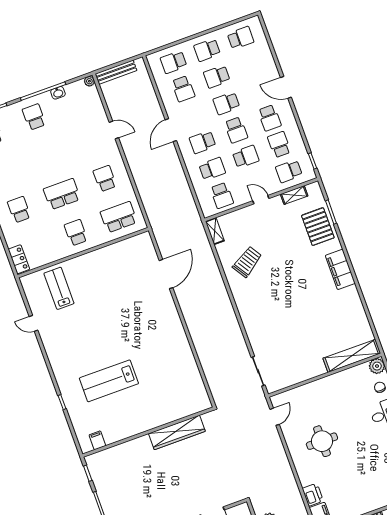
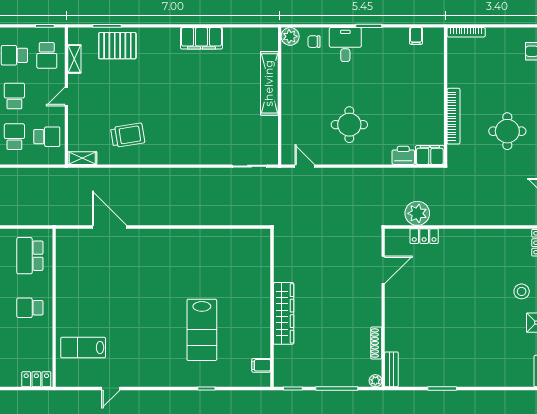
trolley: (247, 262) -> (128, 135), turned 114
filing cabinet: (340, 269) -> (201, 38), moved
shelving: (352, 356) -> (269, 83), moved
wardrobe: (177, 432) -> (284, 313), moved

